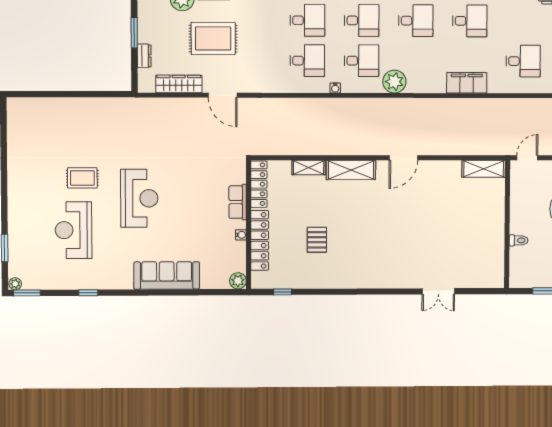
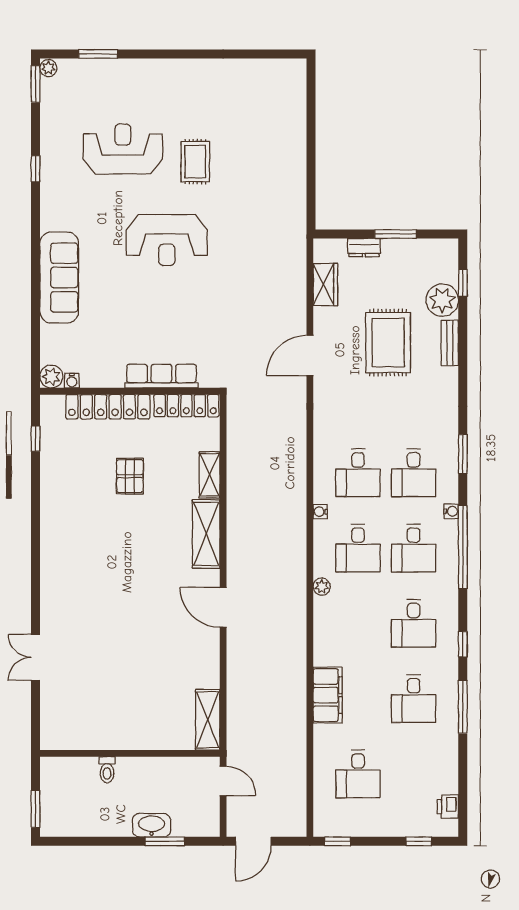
plant: (394, 82) -> (322, 587), width x0.53, depth x0.53
wardrobe: (179, 84) -> (325, 285), width x0.67
row of seats: (238, 202) -> (161, 376), width x1.48
water cooler: (241, 235) -> (72, 381), moved
pallet: (317, 240) -> (130, 476), moved, turned 90

